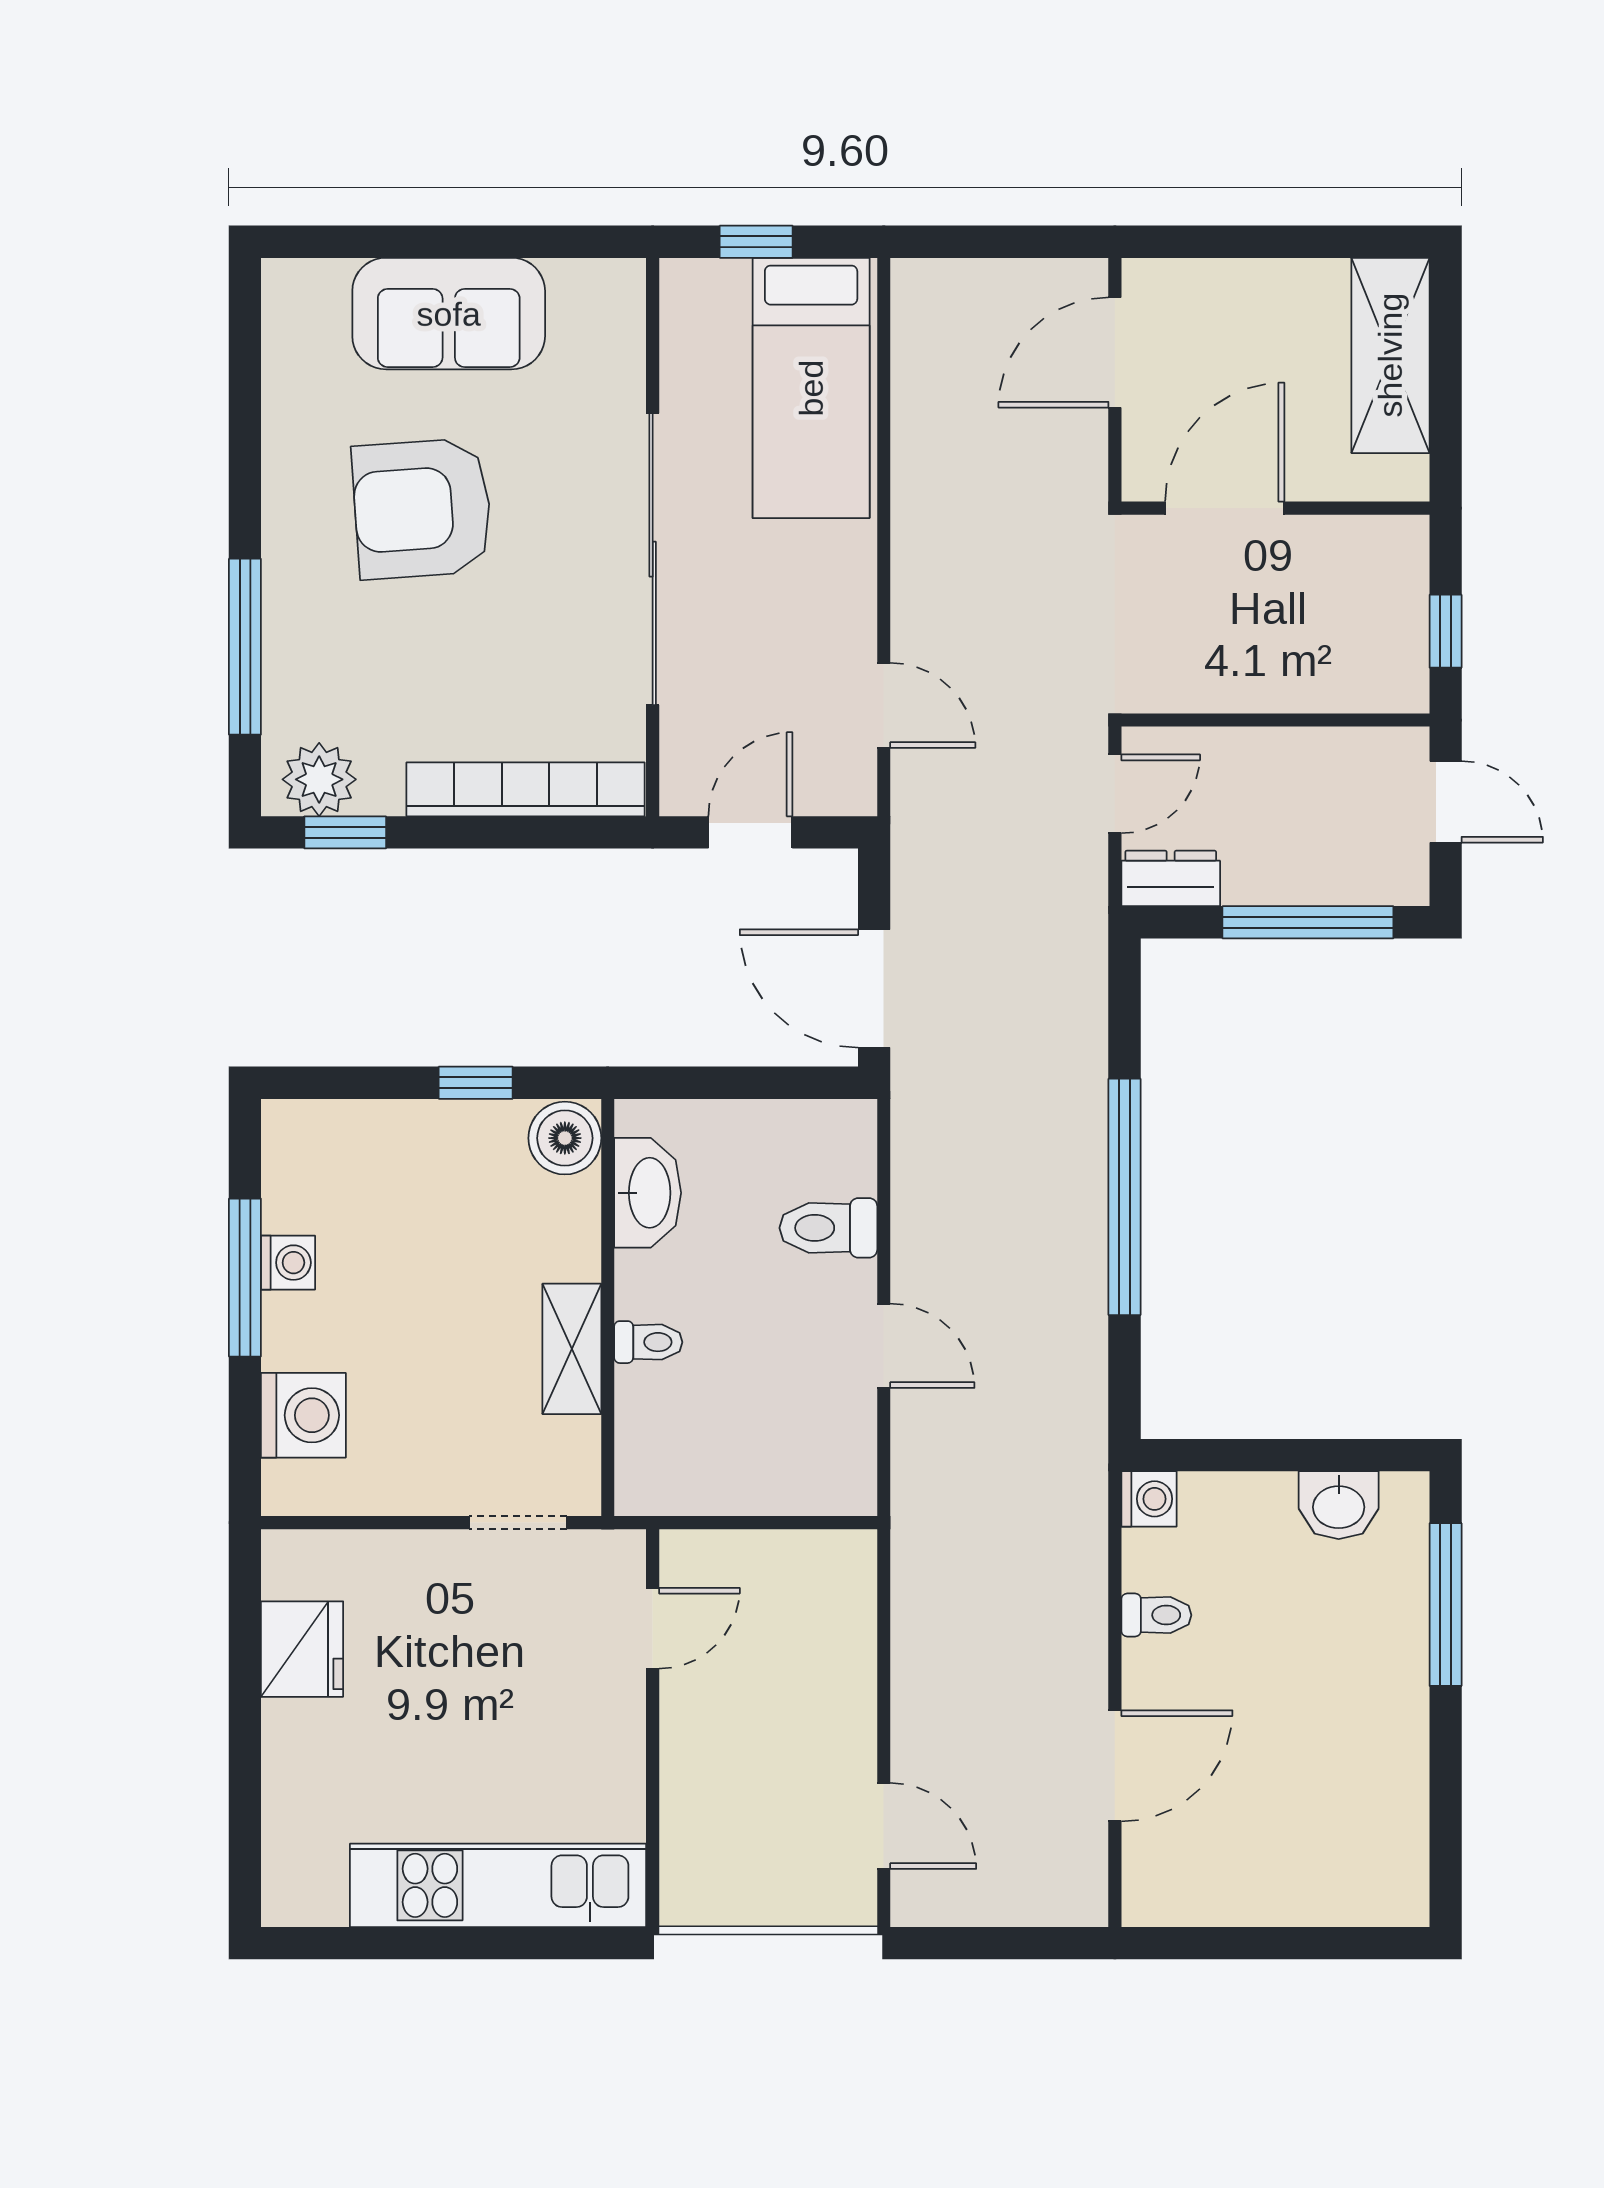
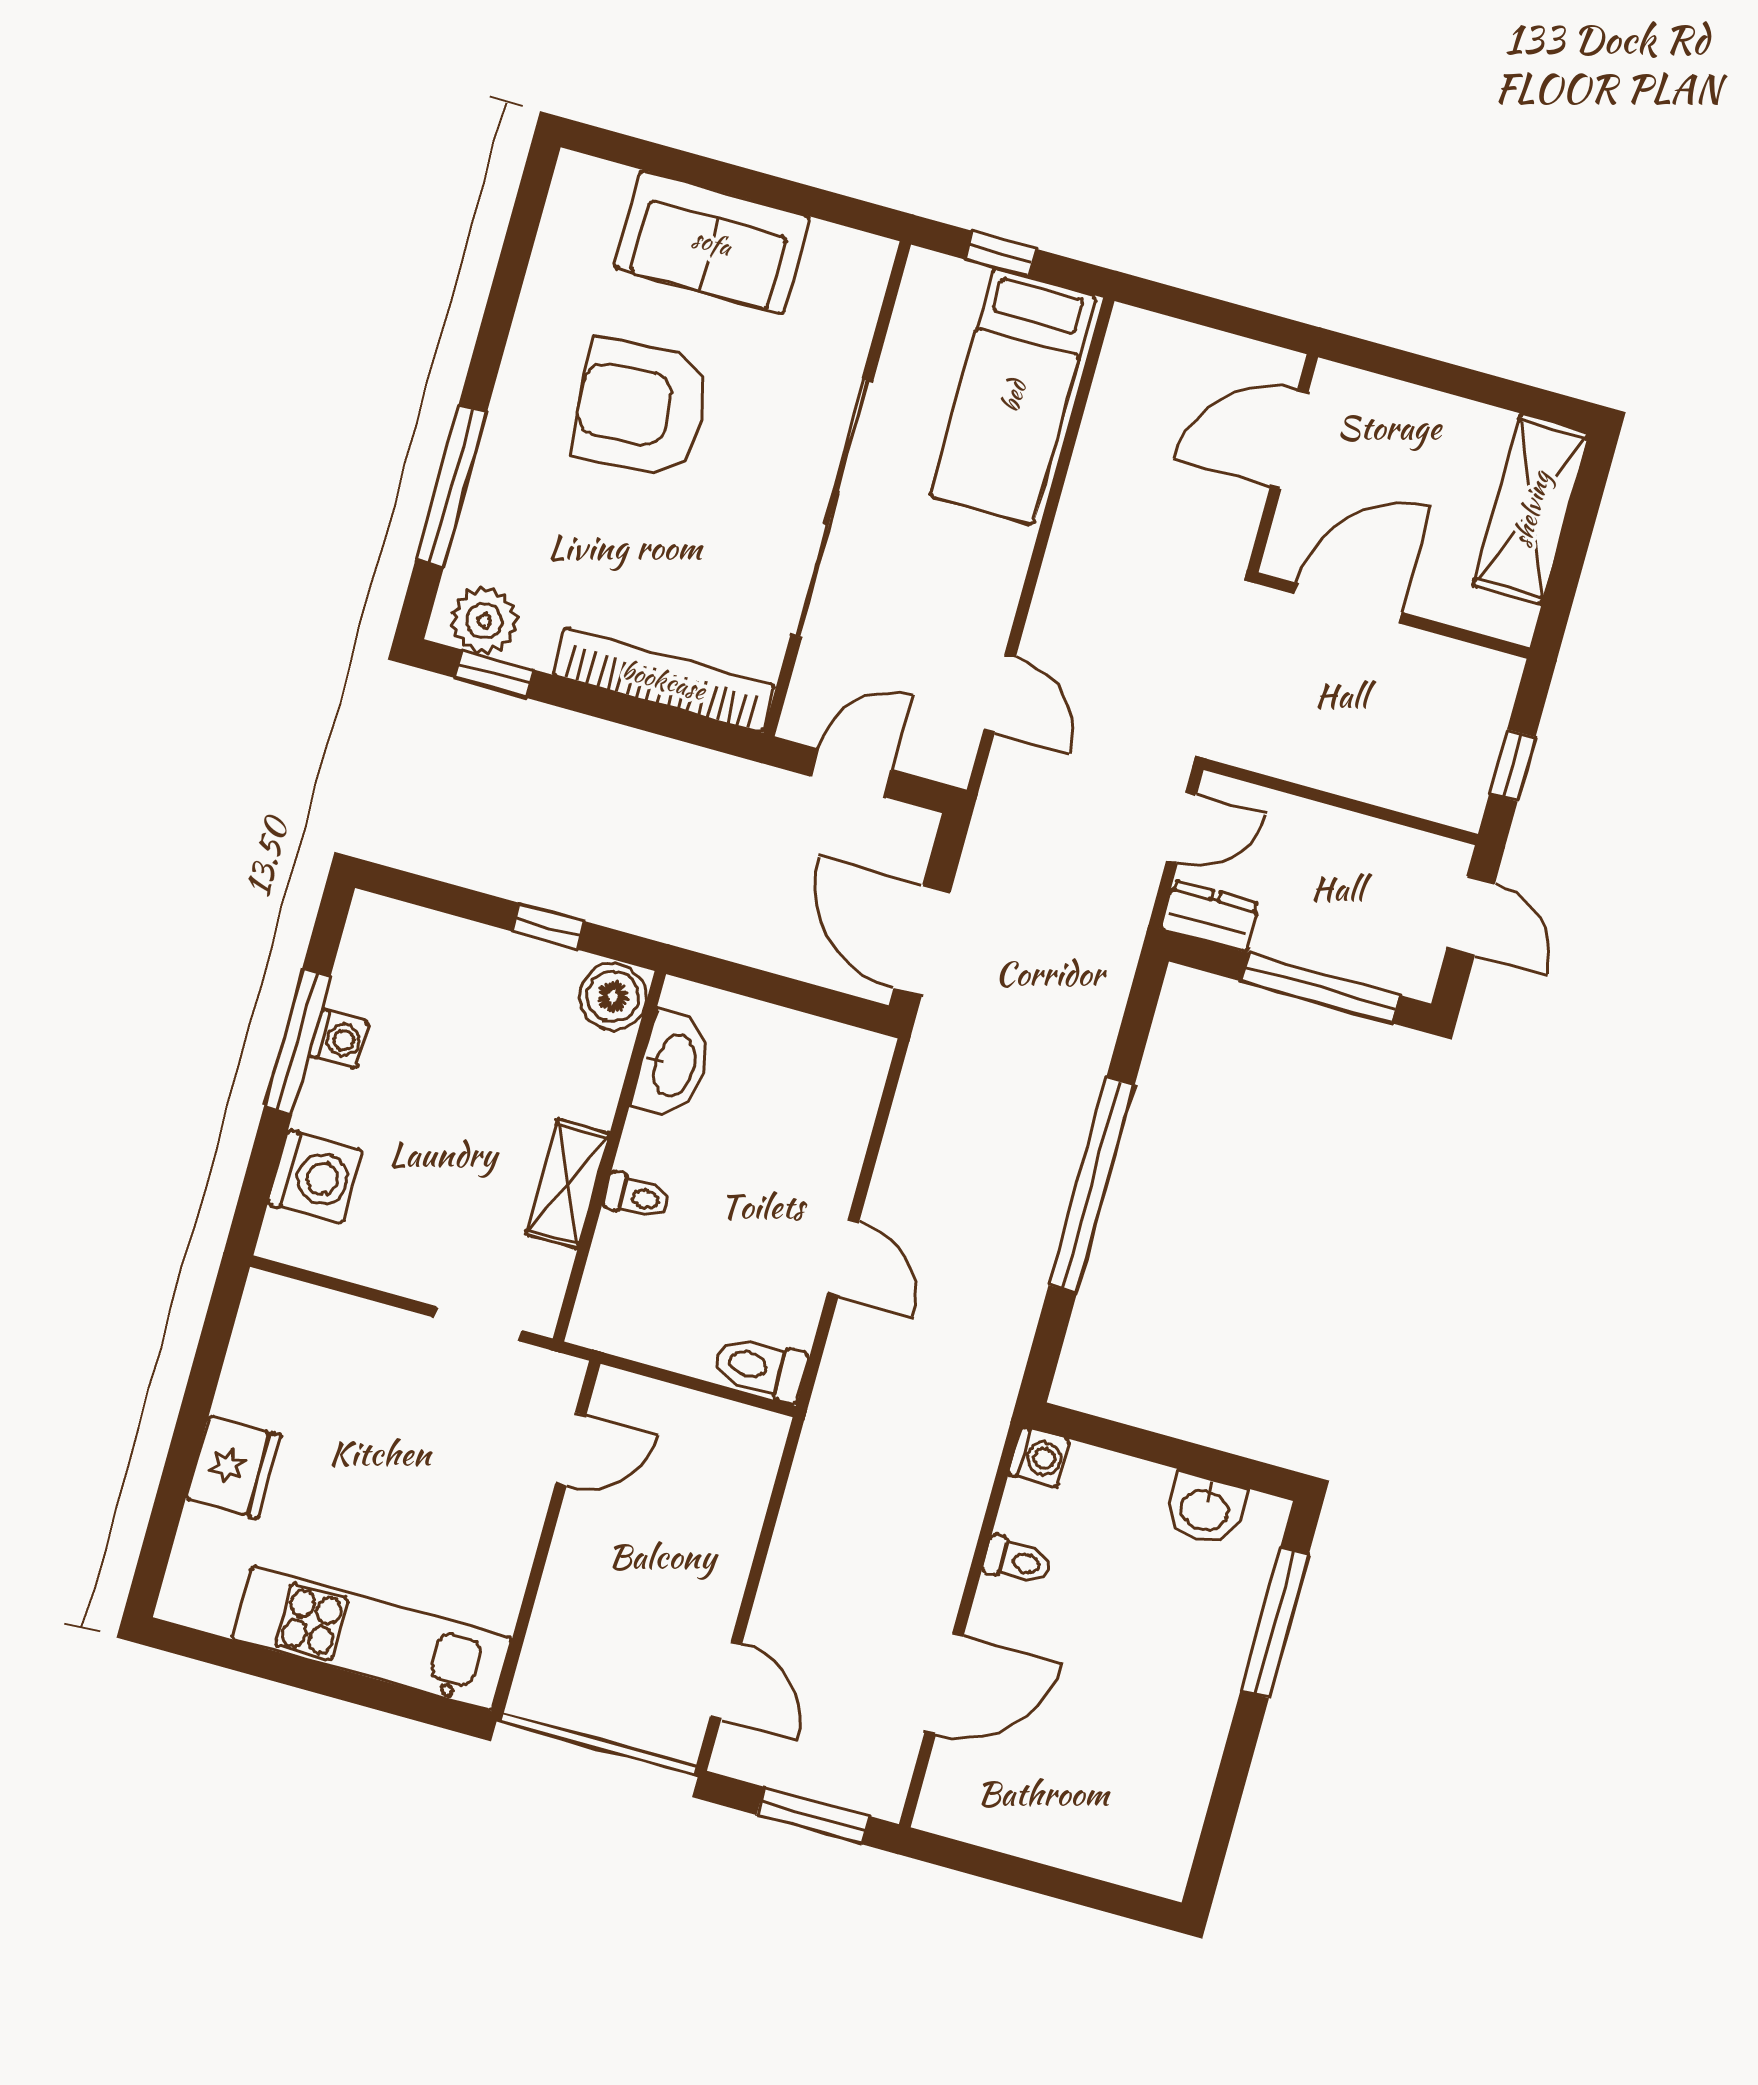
toilet: (828, 1228) -> (760, 1368), moved
fridge: (302, 1649) -> (233, 1467), moved
window: (1015, 1943) -> (813, 1815), added

